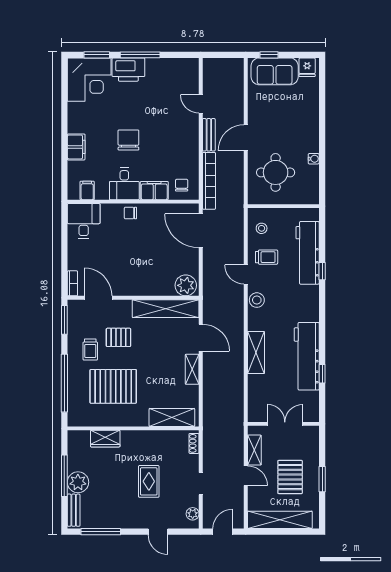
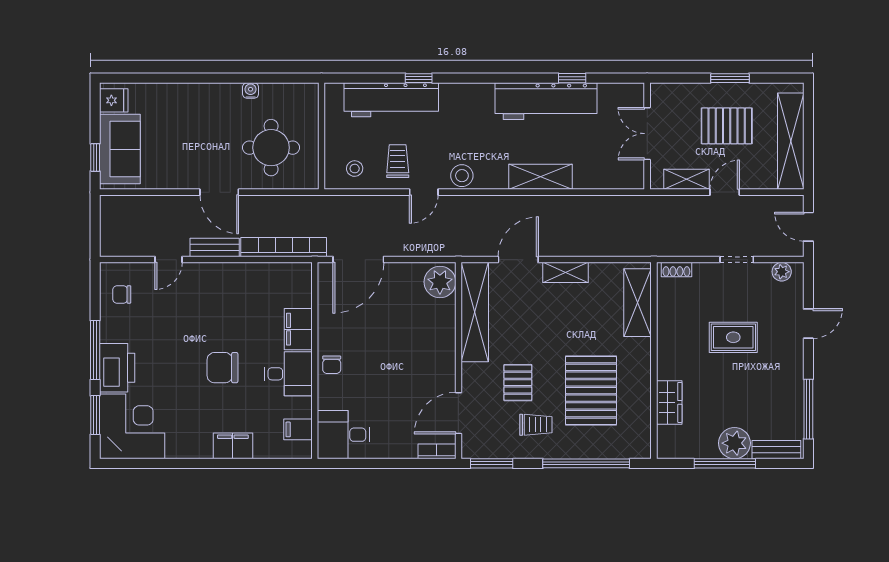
chair: (182, 185) -> (122, 294), moved

